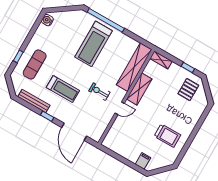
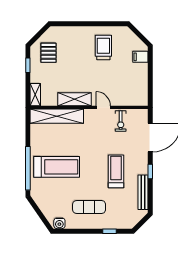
exercise mat: (35, 64) -> (89, 207), moved
pallet: (188, 90) -> (48, 53), turned 90
exercise bike: (99, 92) -> (121, 121), moved

